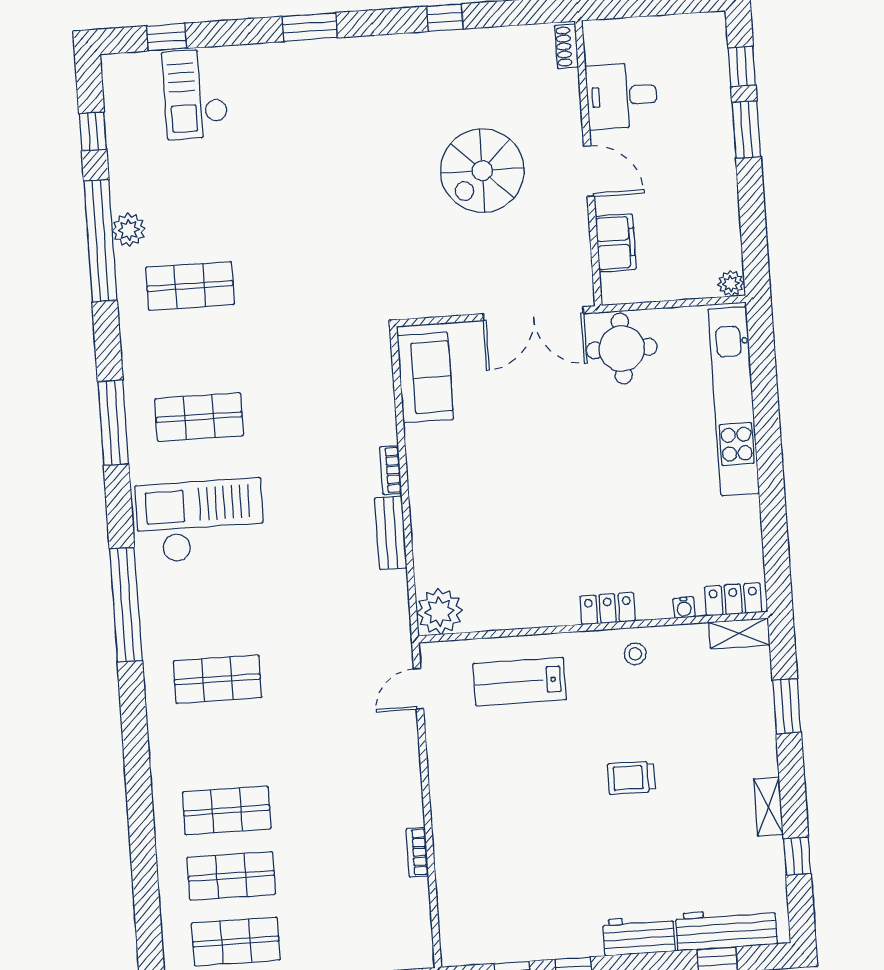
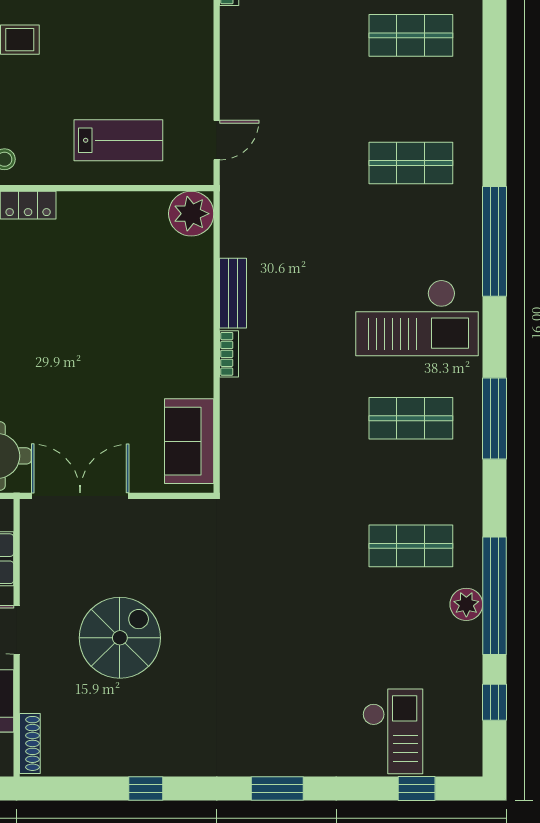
shoe rack: (567, 46) -> (30, 743), width x1.43

